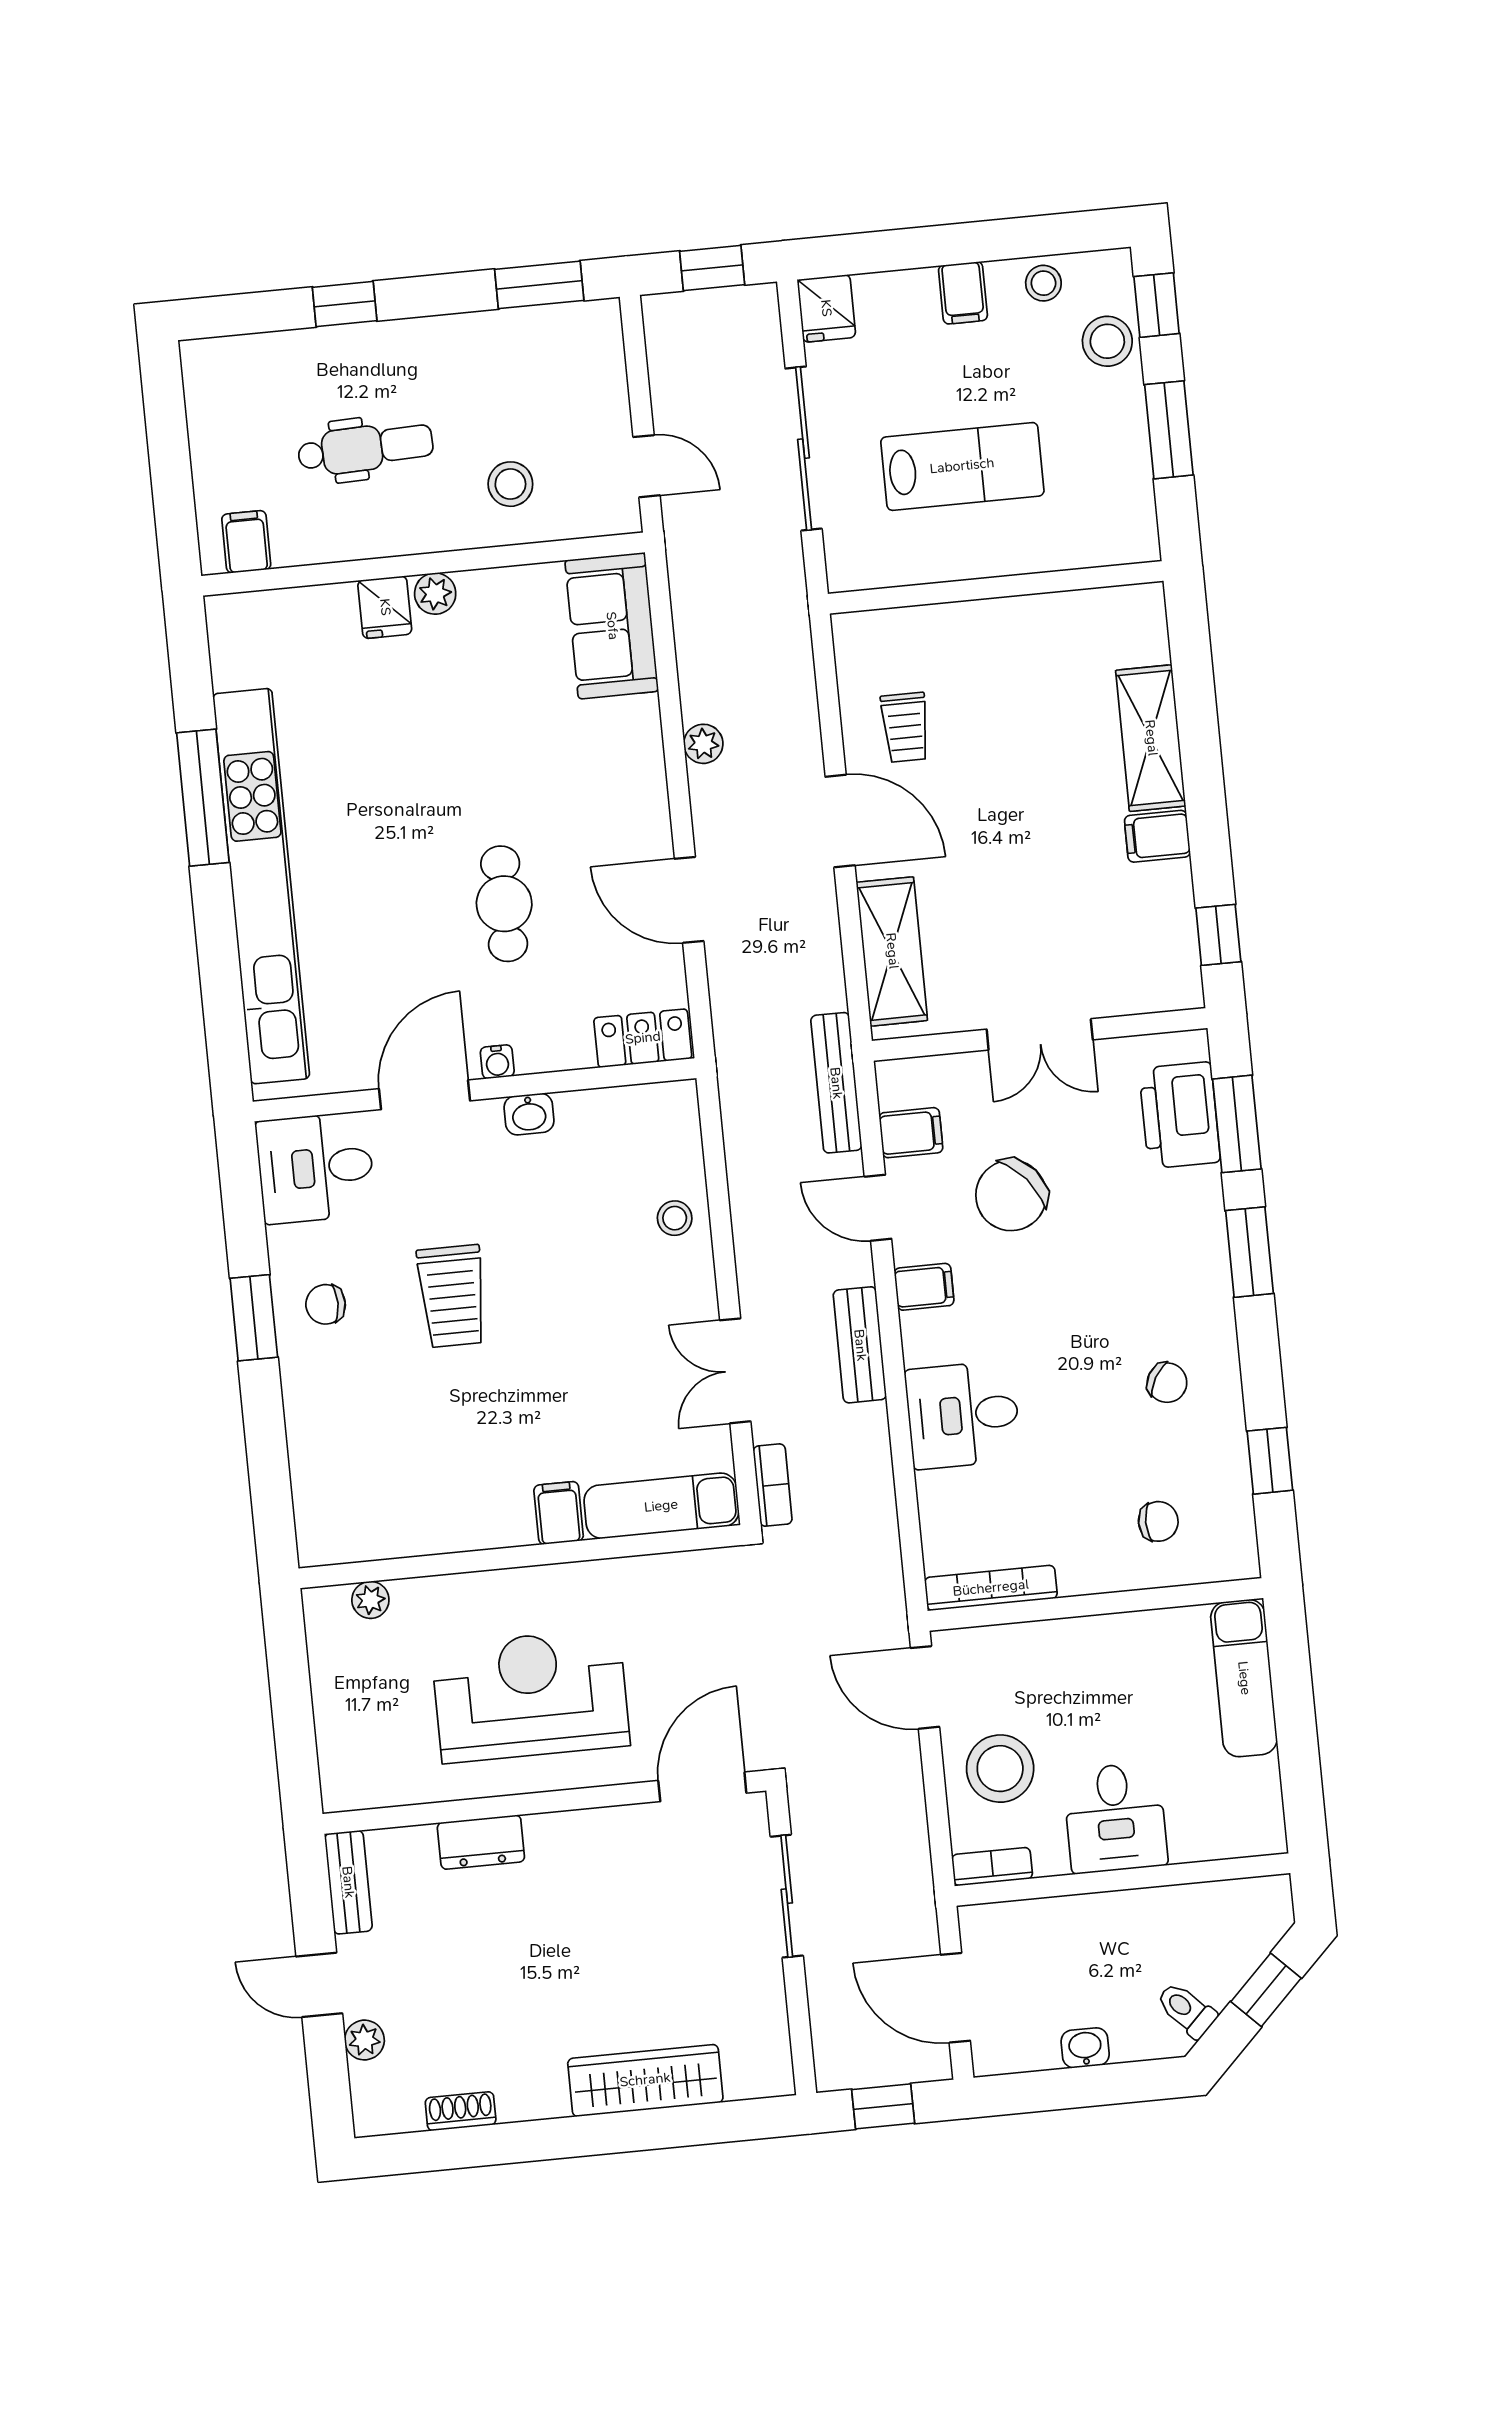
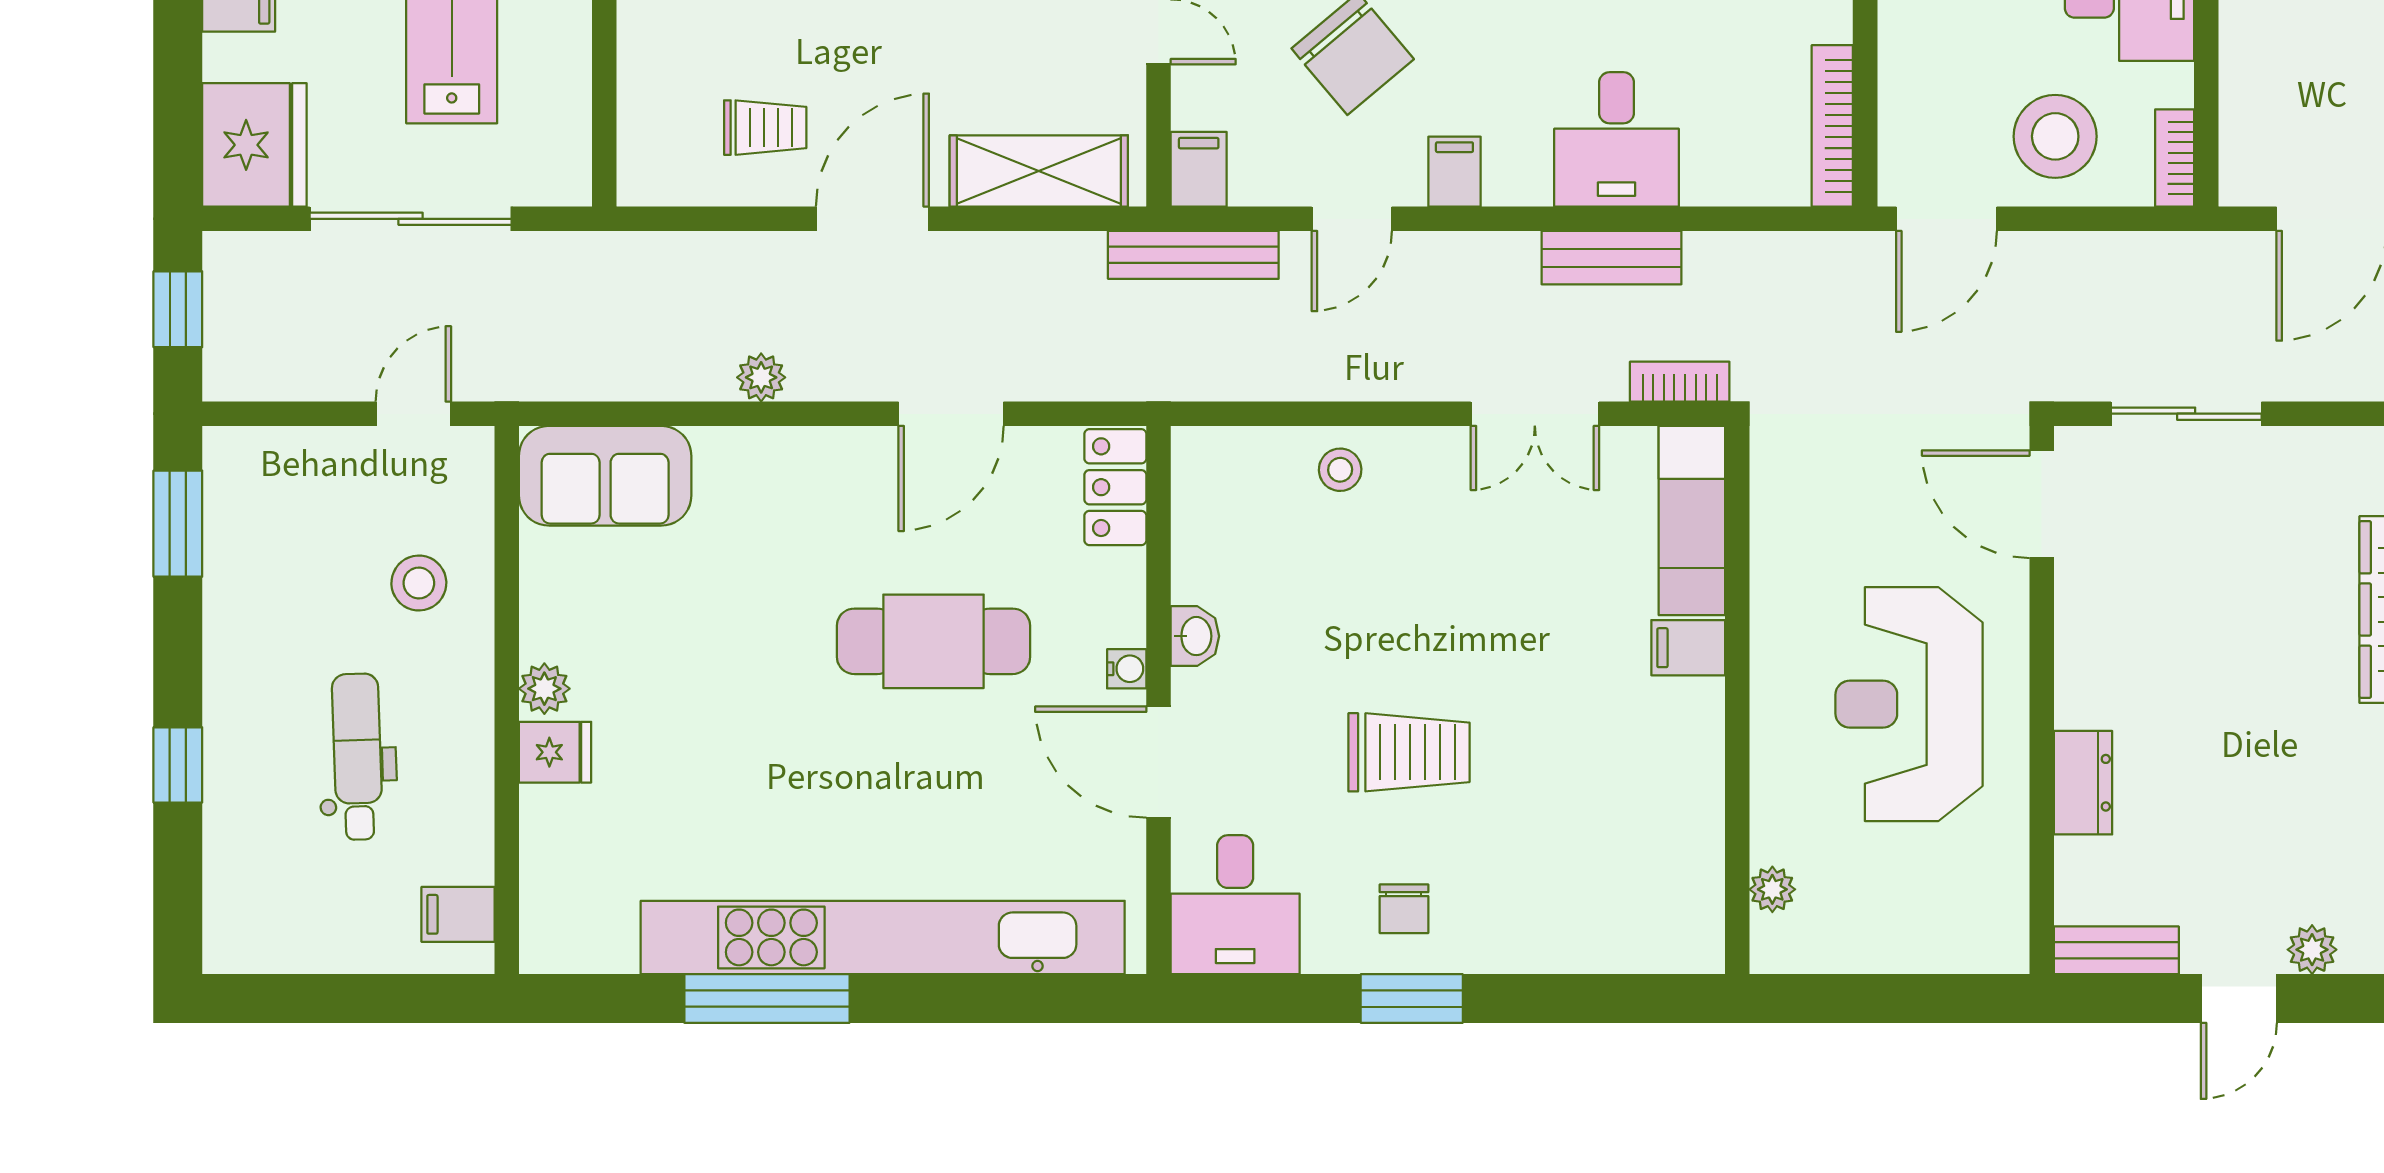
fridge: (826, 308) -> (254, 145), width x1.88, depth x1.34
cafe table: (504, 904) -> (933, 641), width x1.37, depth x1.35
filing cabinet: (911, 1133) -> (1199, 169), moved
bench: (860, 1345) -> (1612, 258), moved

